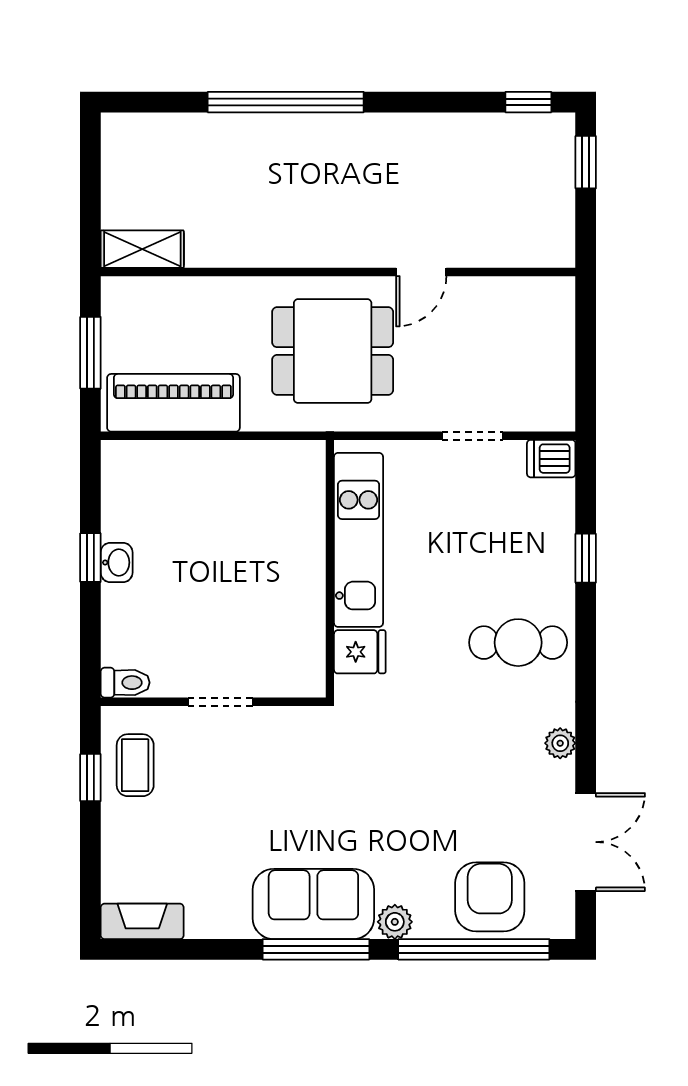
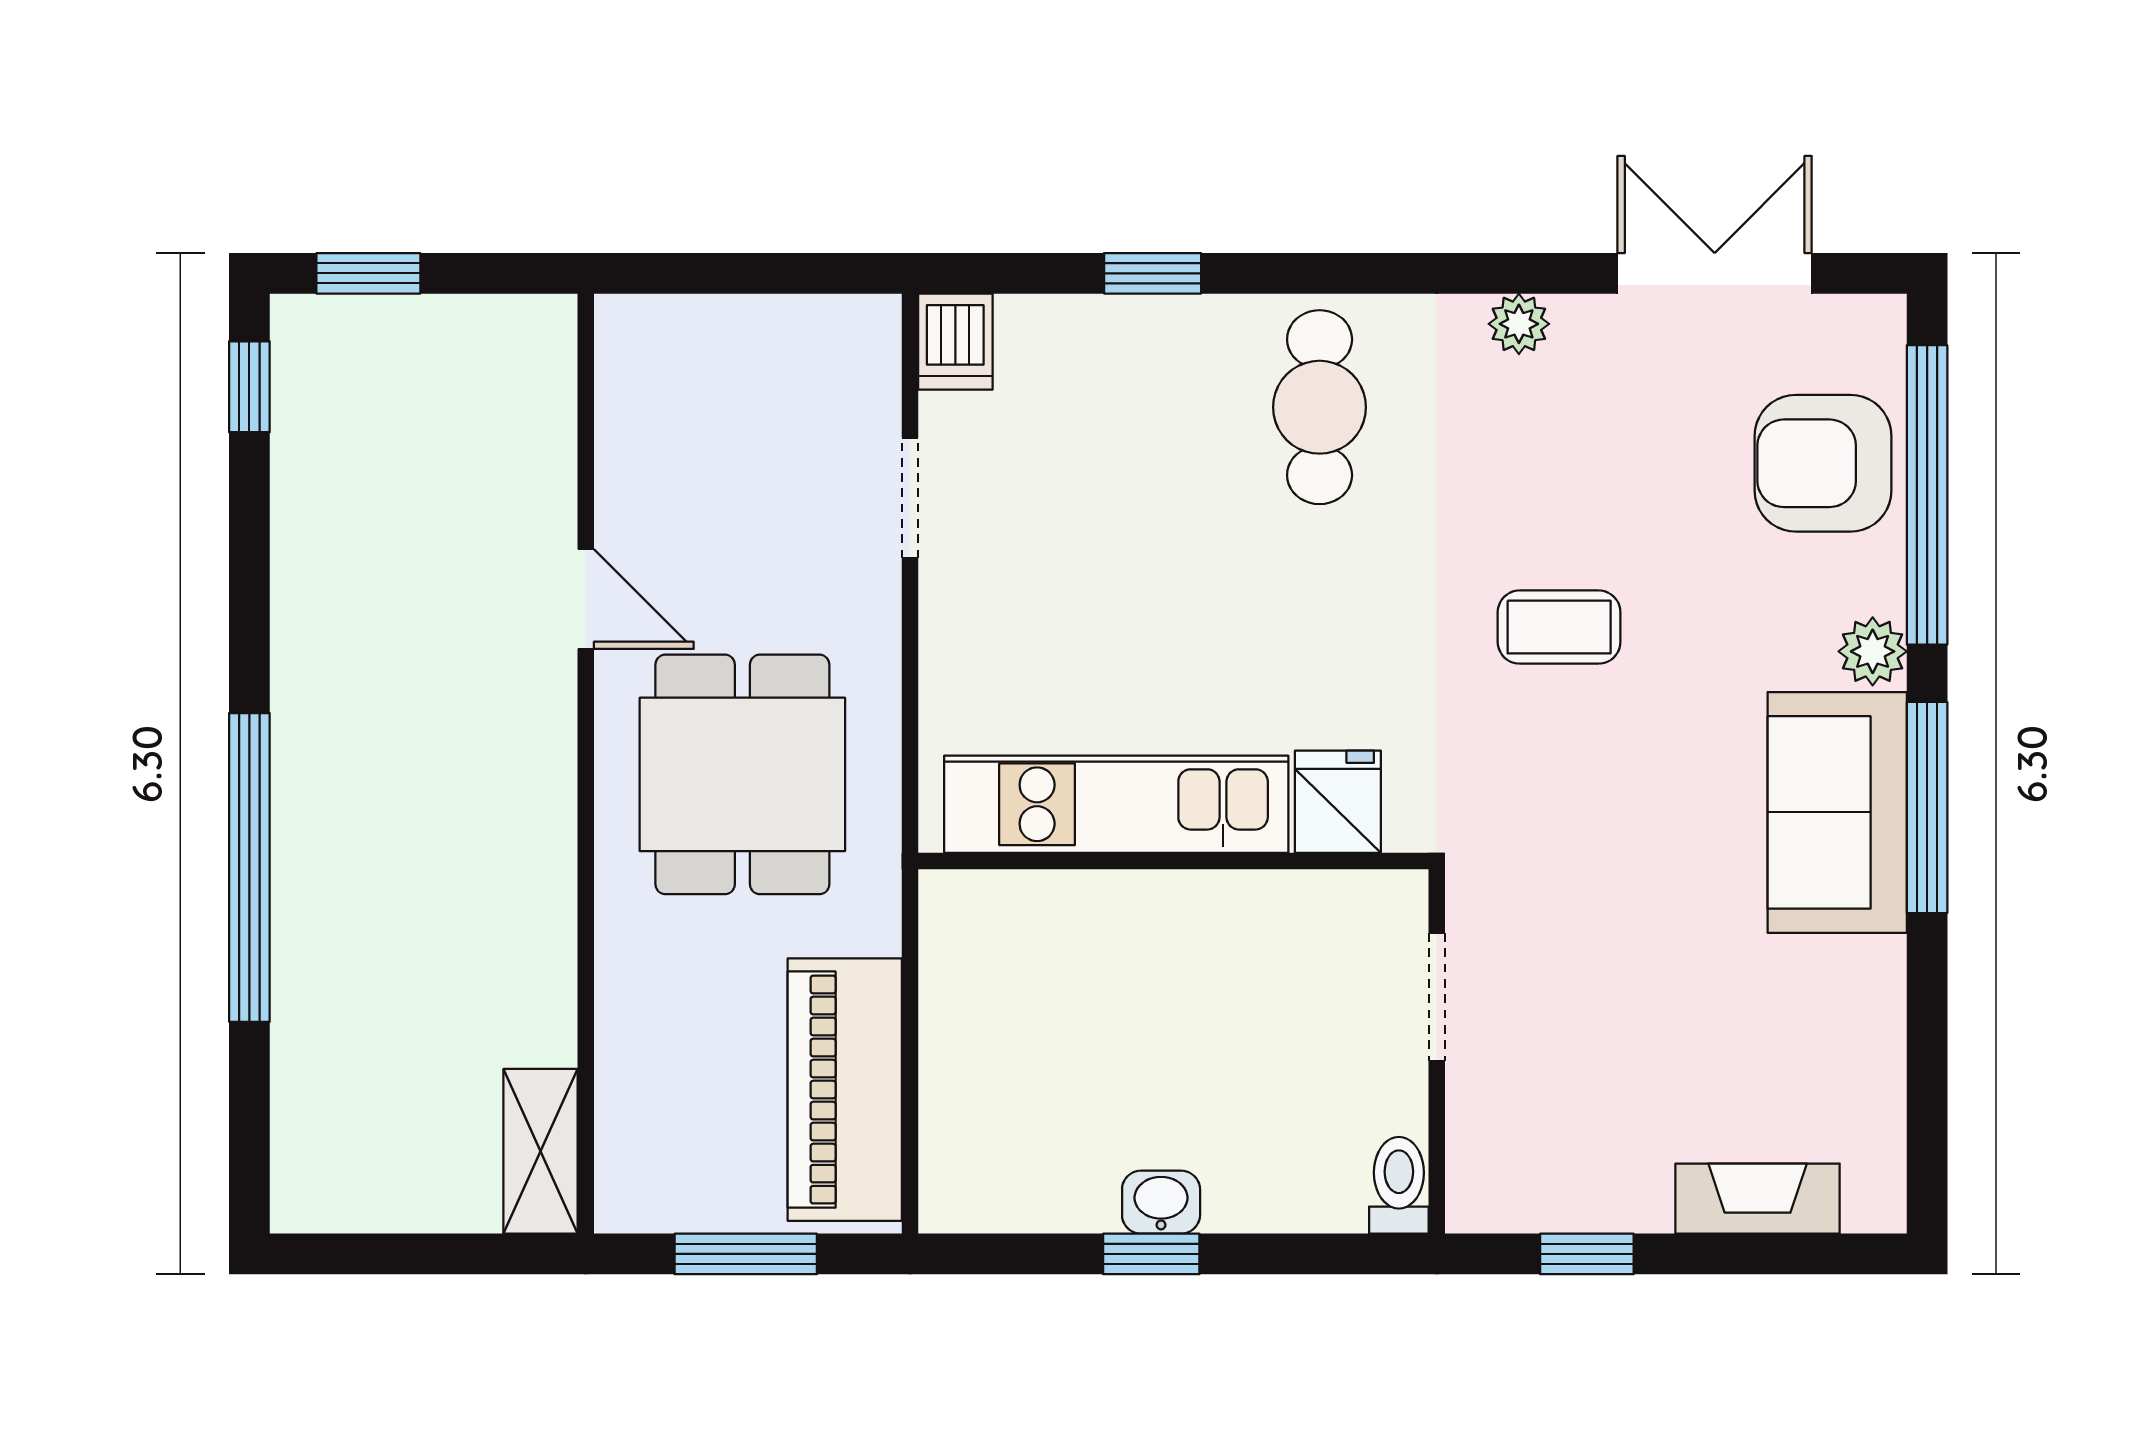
kitchen unit: (358, 540) -> (1116, 804), moved
wall: (330, 569) -> (1173, 861), moved
fridge: (360, 652) -> (1338, 802), moved
coffee table: (135, 765) -> (1559, 627), moved
fireplace: (142, 921) -> (1758, 1199), moved, turned 90

